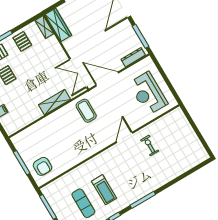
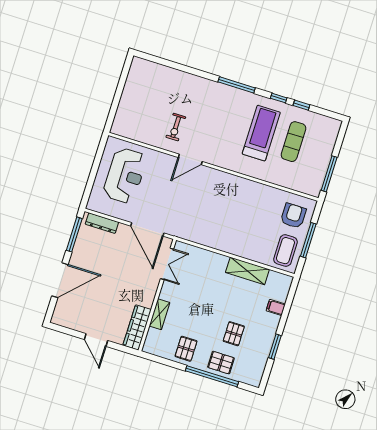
shelving: (44, 27) -> (160, 314), moved
double door: (78, 73) -> (167, 264), width x0.73
shelving: (55, 102) -> (247, 271), moved
coffee table: (86, 111) -> (285, 251), moved
treadmill: (104, 190) -> (261, 133), width x1.37, depth x1.37

